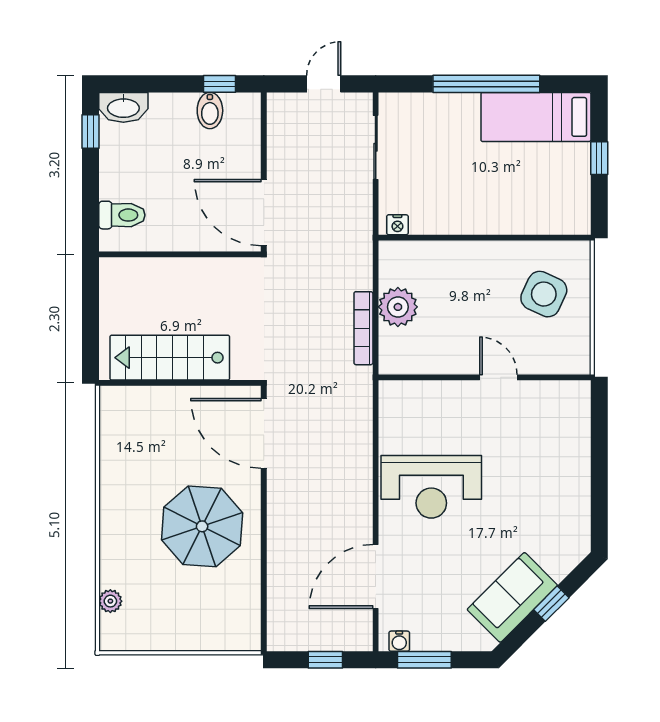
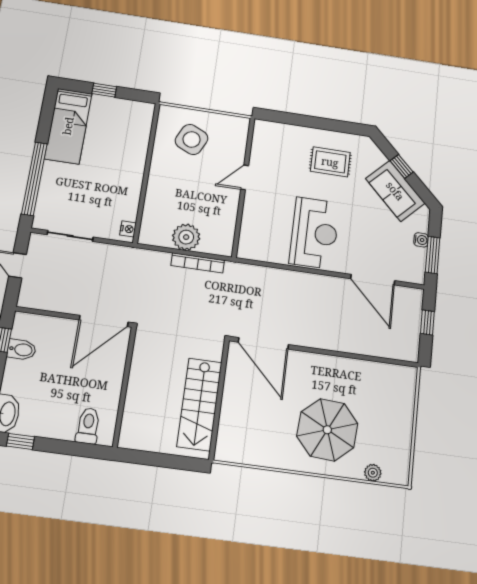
window: (486, 84) -> (34, 179), moved
door: (264, 433) -> (263, 343), hinge flipped
rug: (542, 498) -> (330, 162), added
parasol: (202, 526) -> (327, 430), moved
water cooler: (399, 641) -> (421, 240), moved

